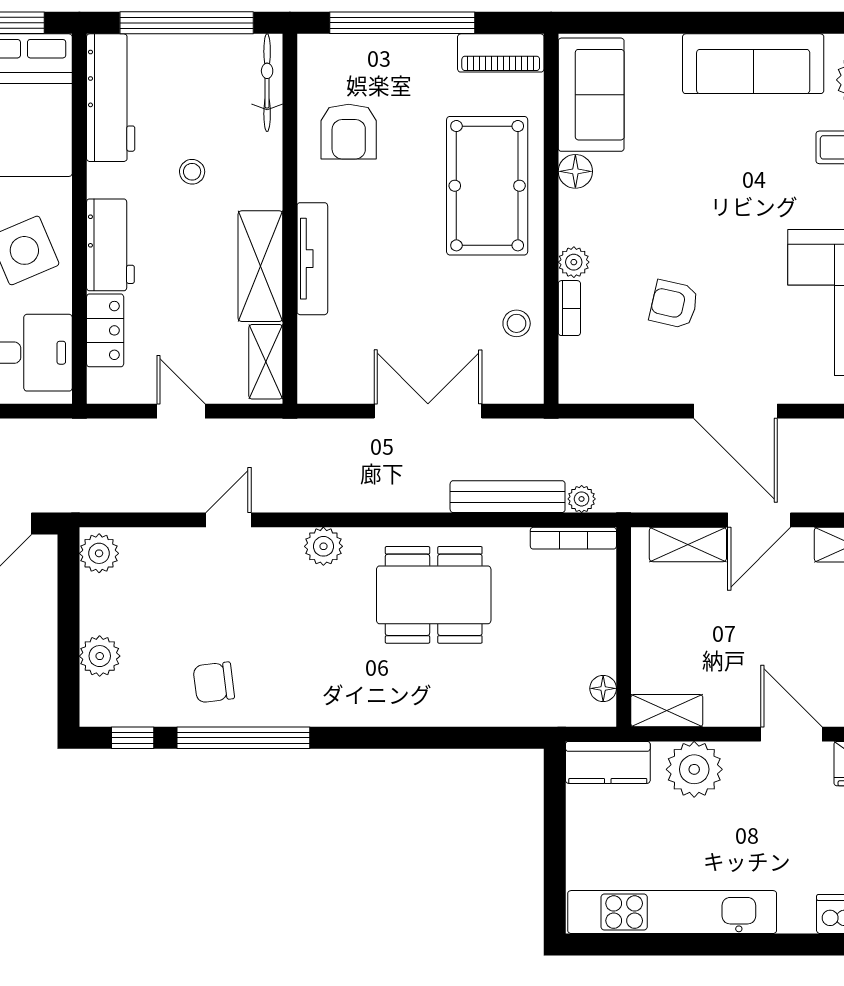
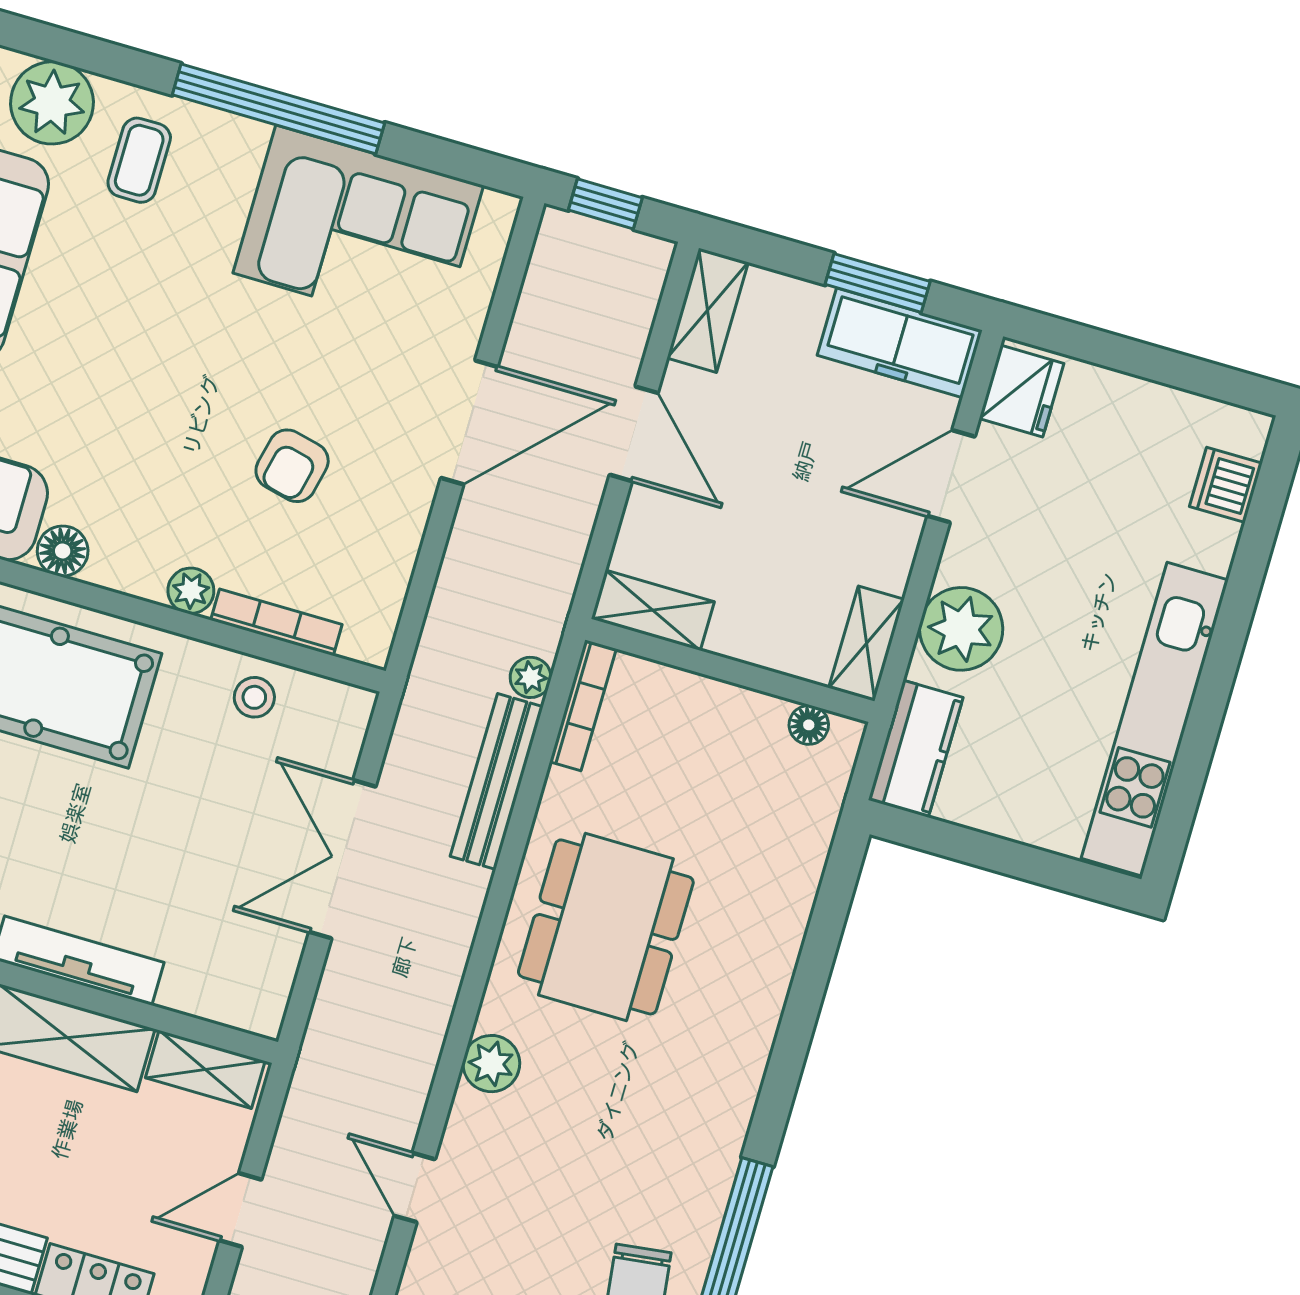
bookcase: (569, 308) -> (276, 622), width x1.56
shelving: (688, 544) -> (653, 610), moved, turned 90

